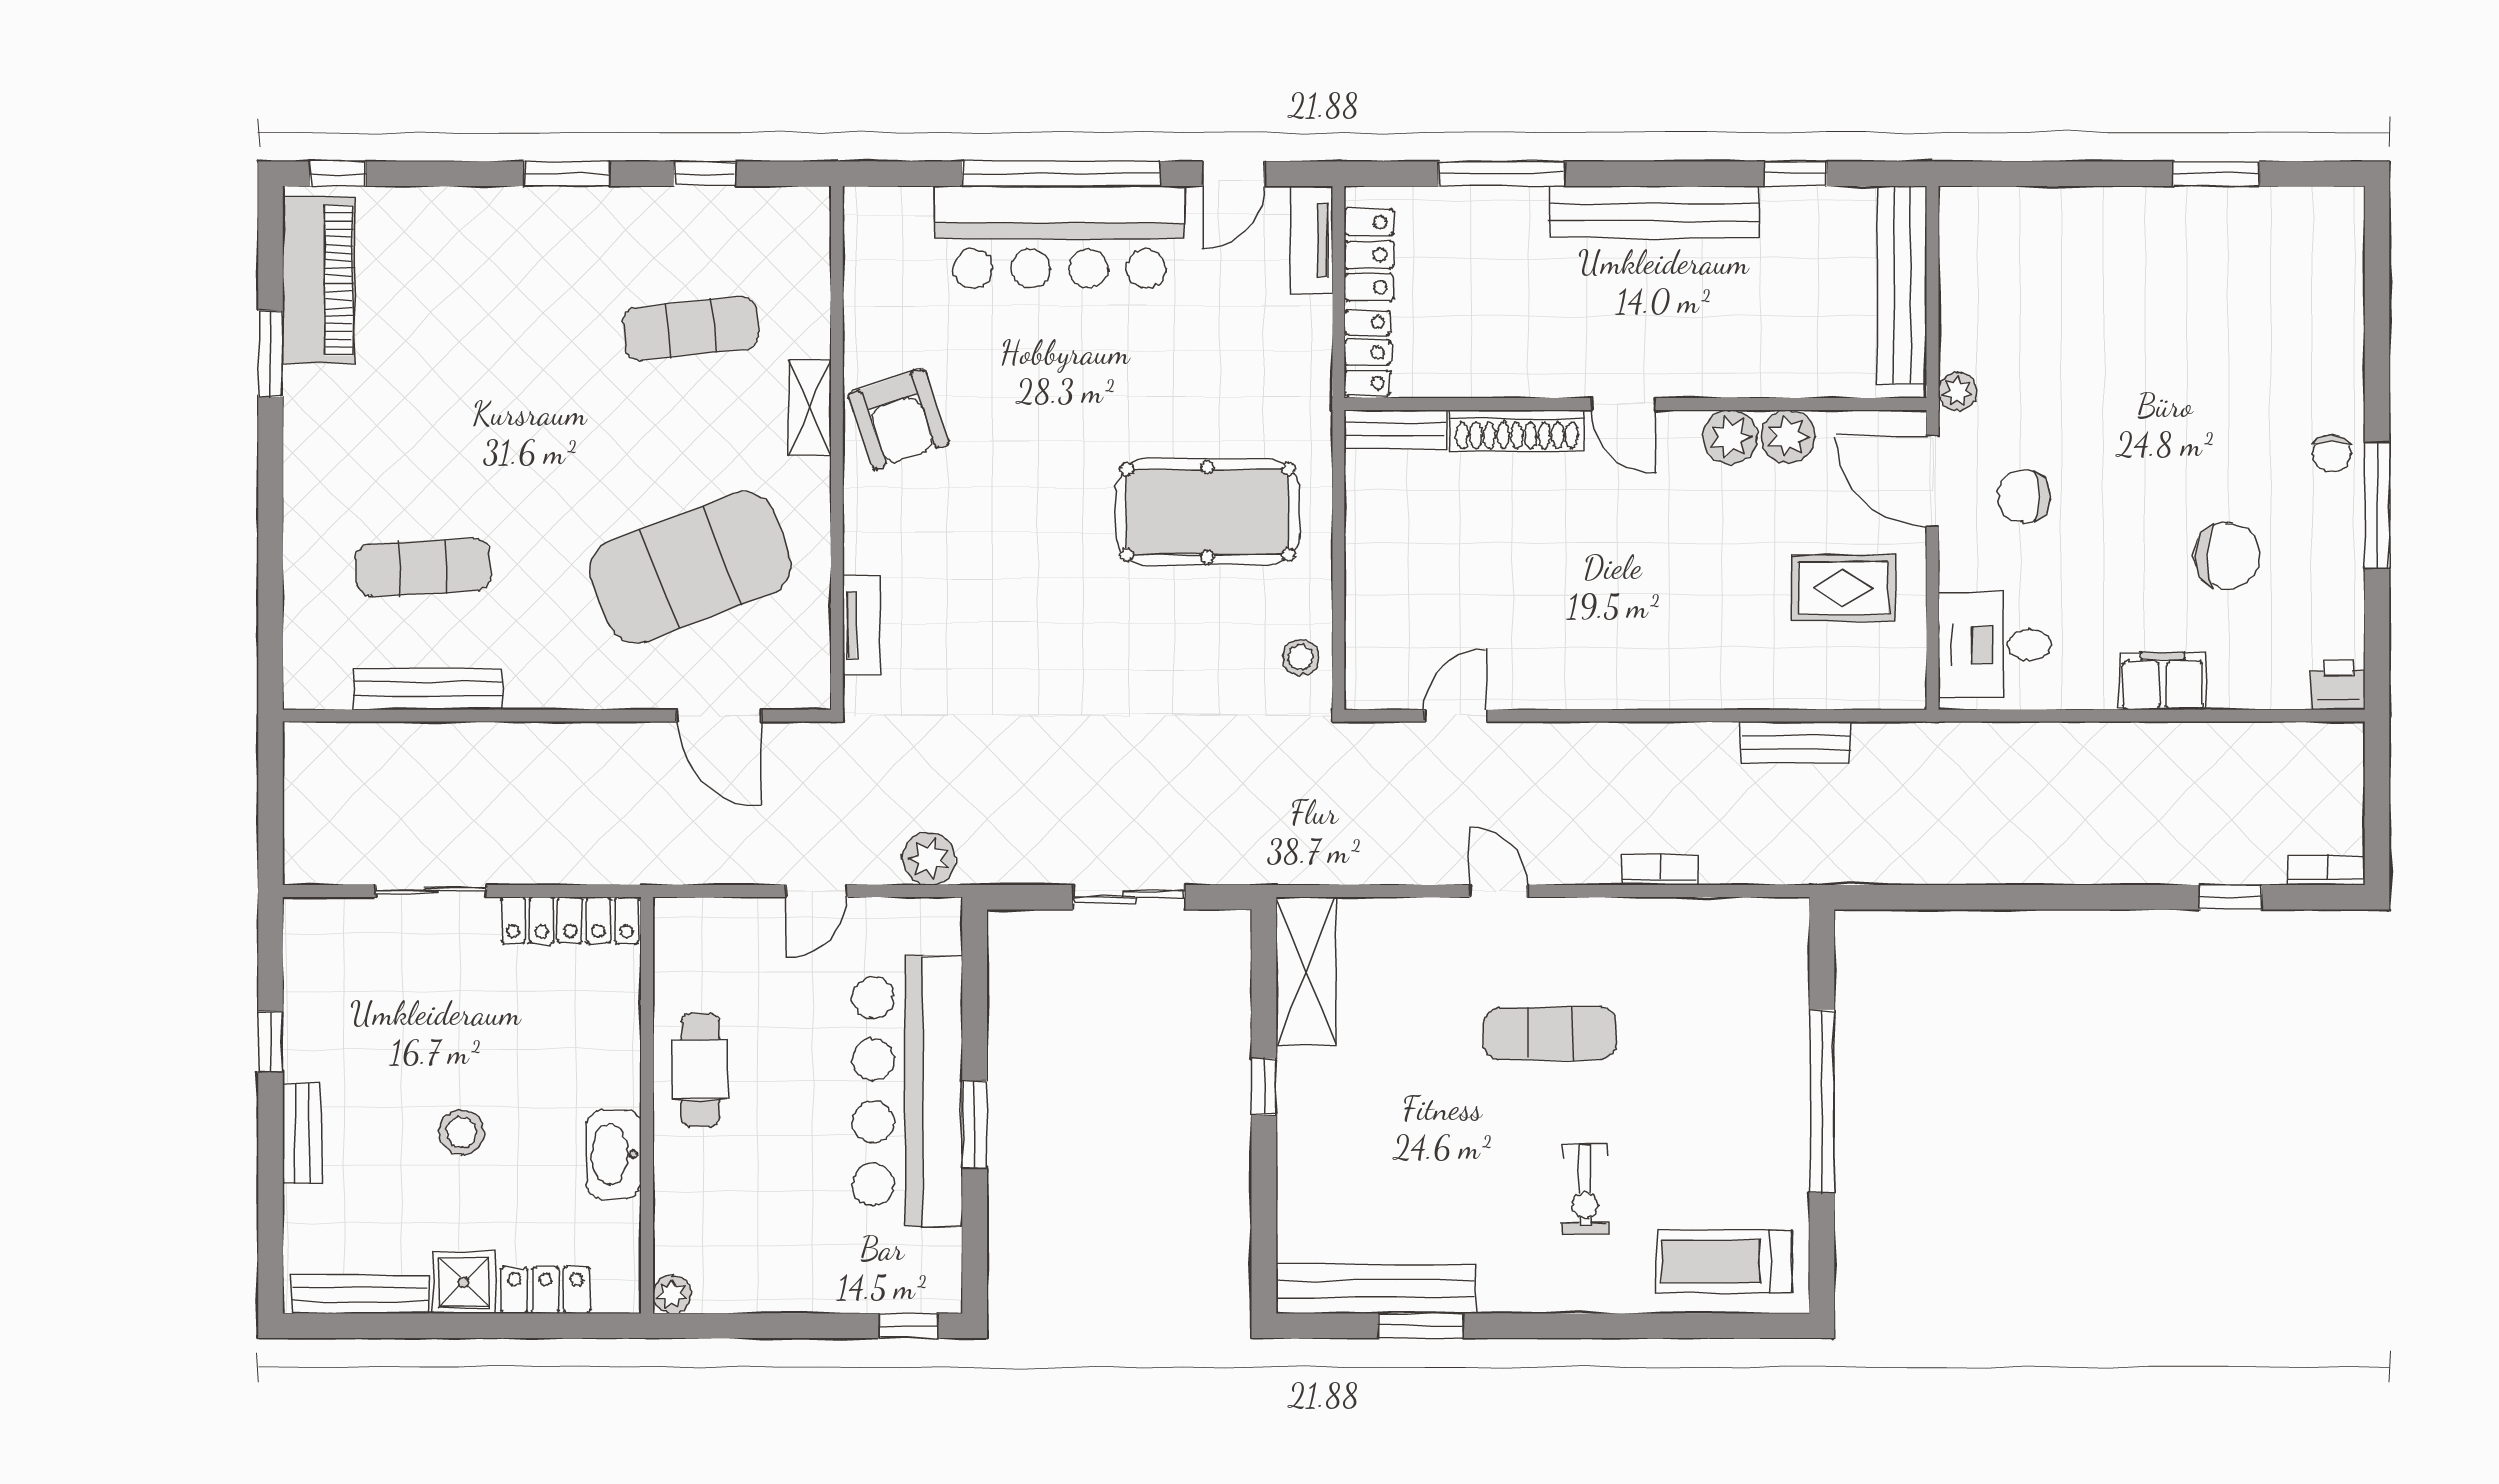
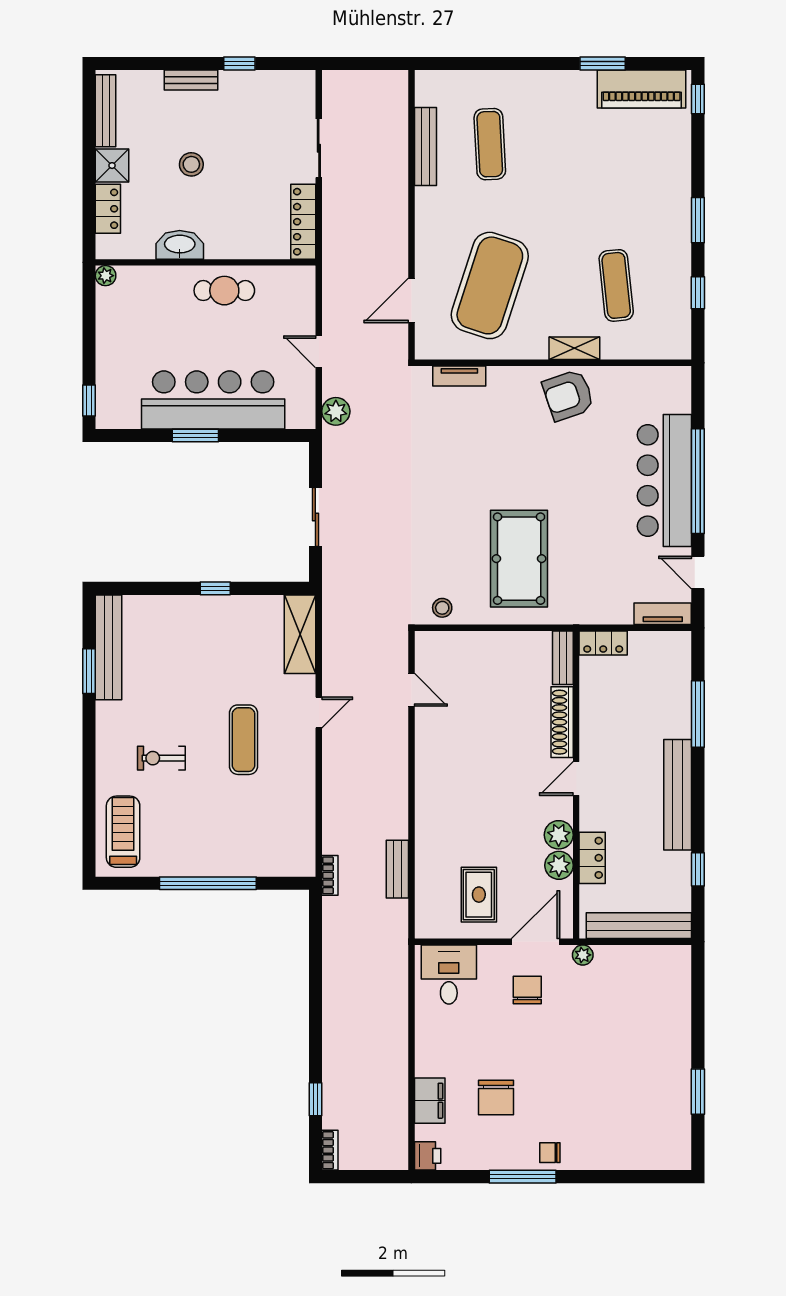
locker: (1369, 255) -> (592, 858), moved, turned -90
exercise mat: (691, 567) -> (490, 285), turned 39
filing cabinet: (2163, 681) -> (430, 1101), moved
bookcase: (1660, 870) -> (330, 875), moved
shelving: (1306, 971) -> (300, 634), moved, turned 90

